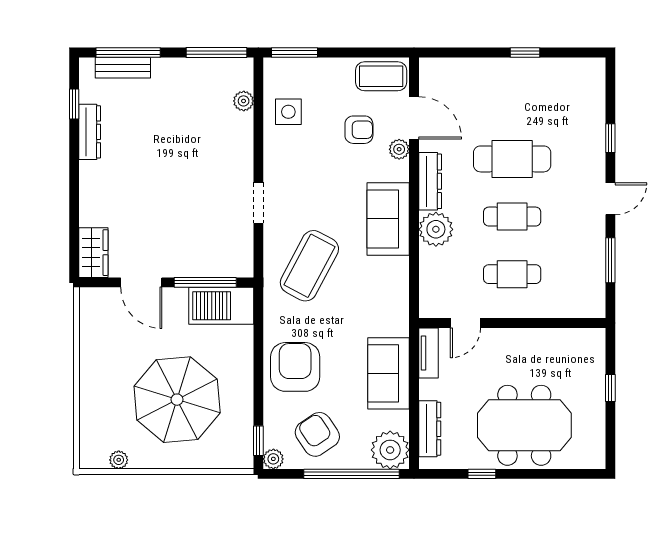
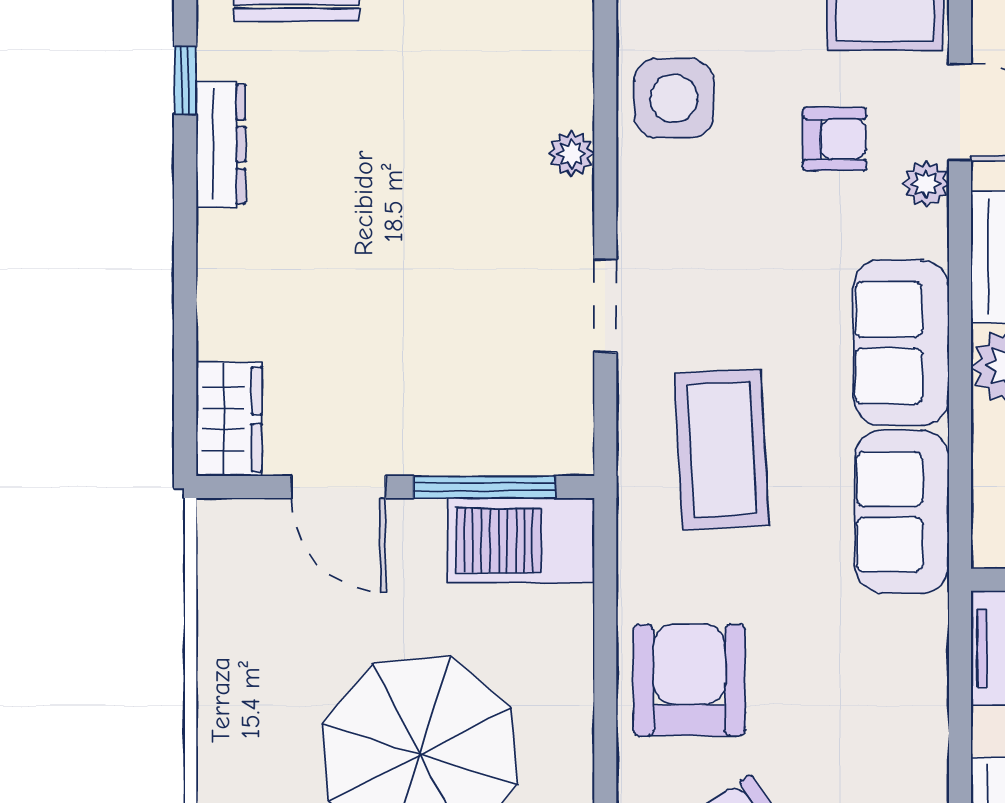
plant: (244, 101) -> (571, 153), moved
side table: (288, 112) -> (674, 98), width x1.37, depth x1.37
coffee table: (309, 266) -> (722, 449), turned -31
sofa: (389, 373) -> (902, 512), moved

